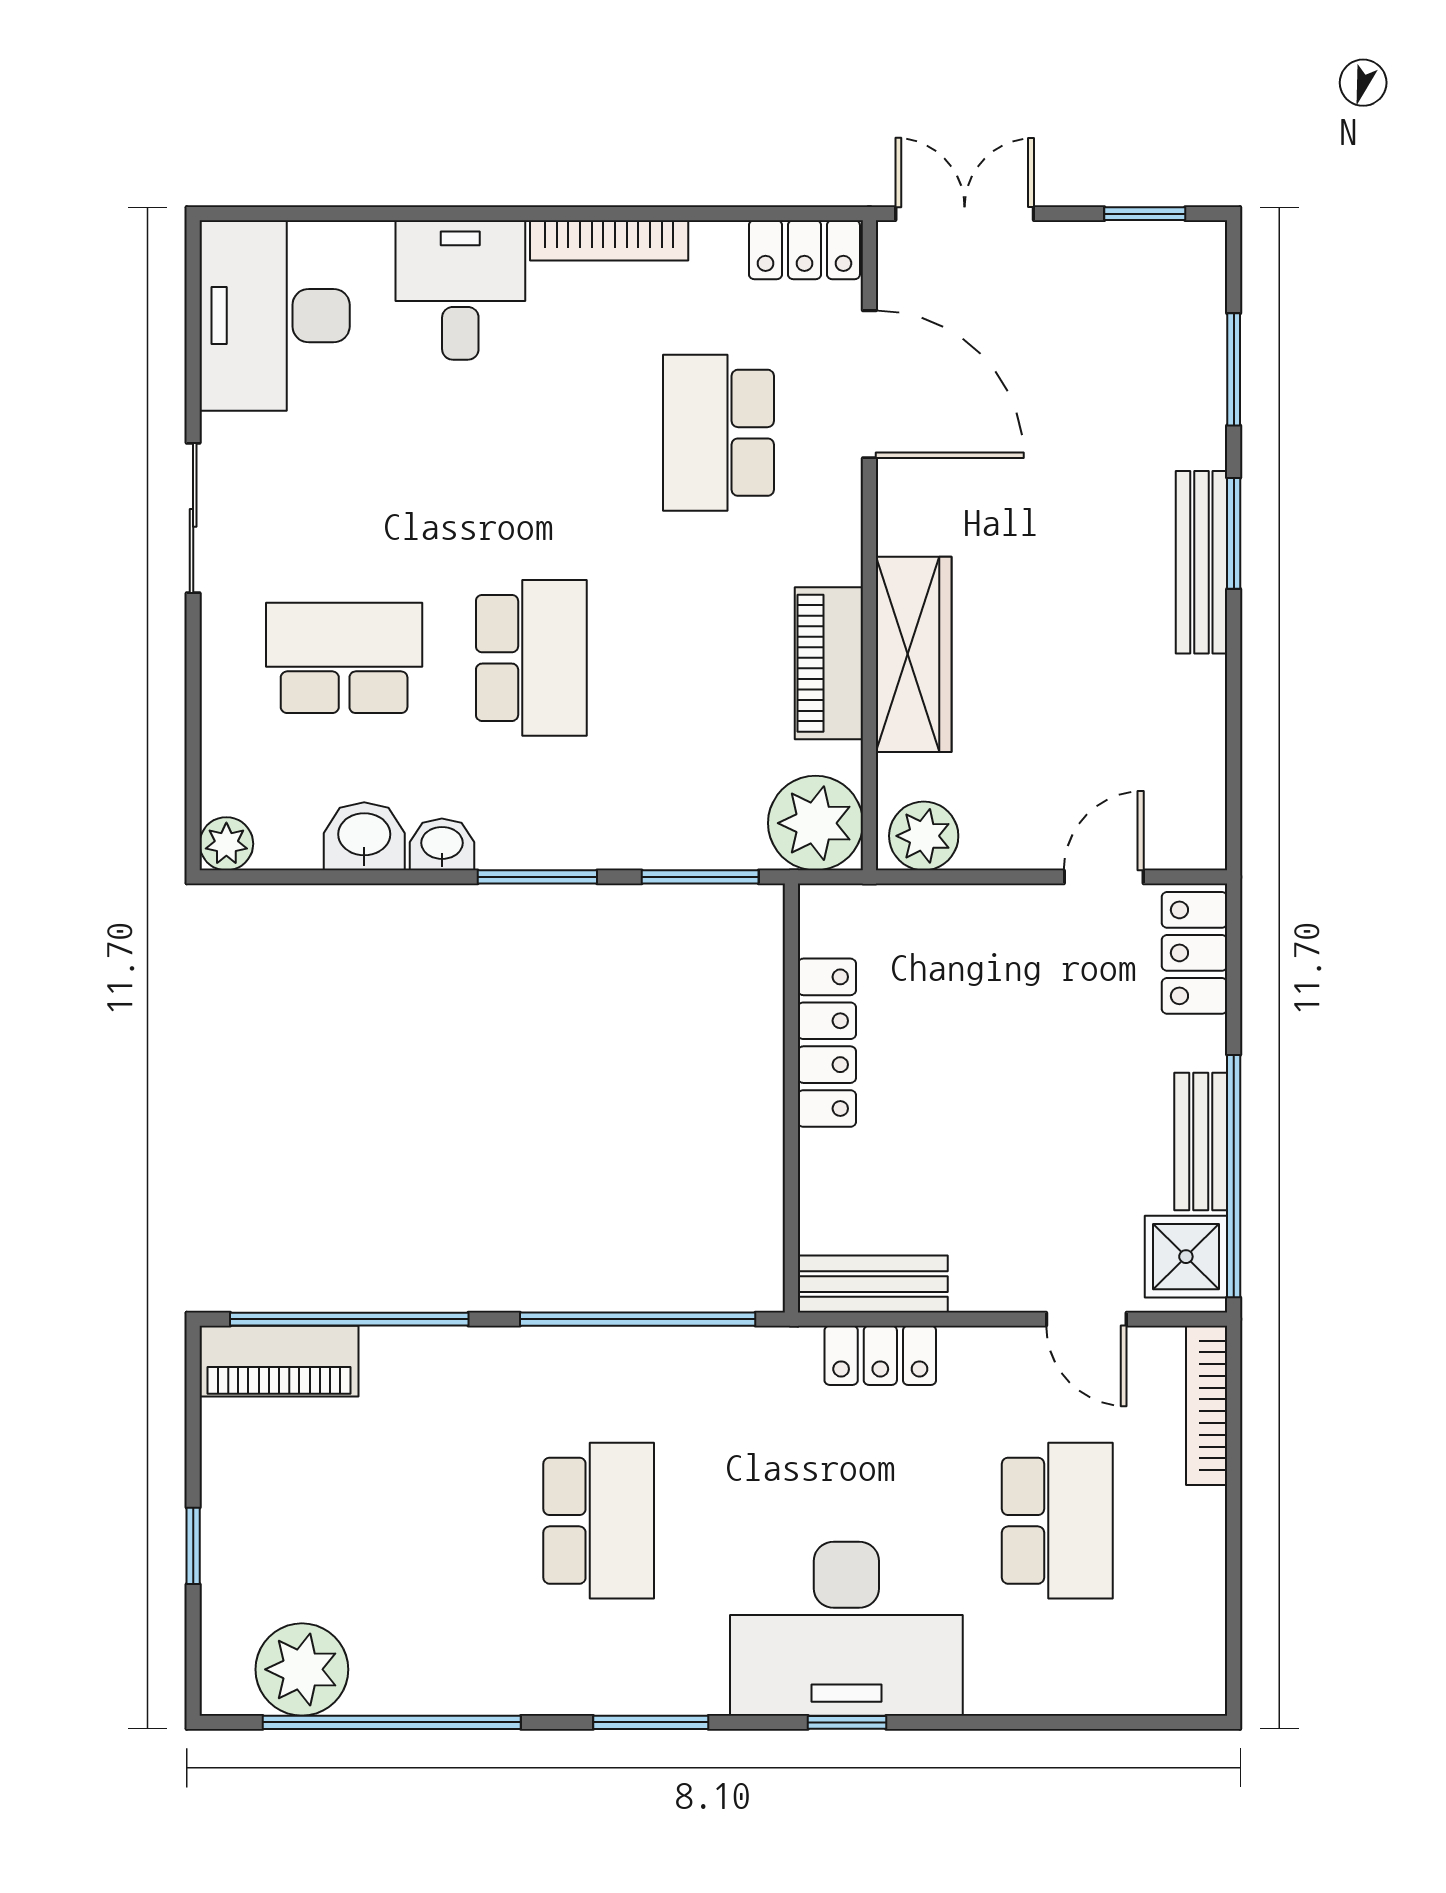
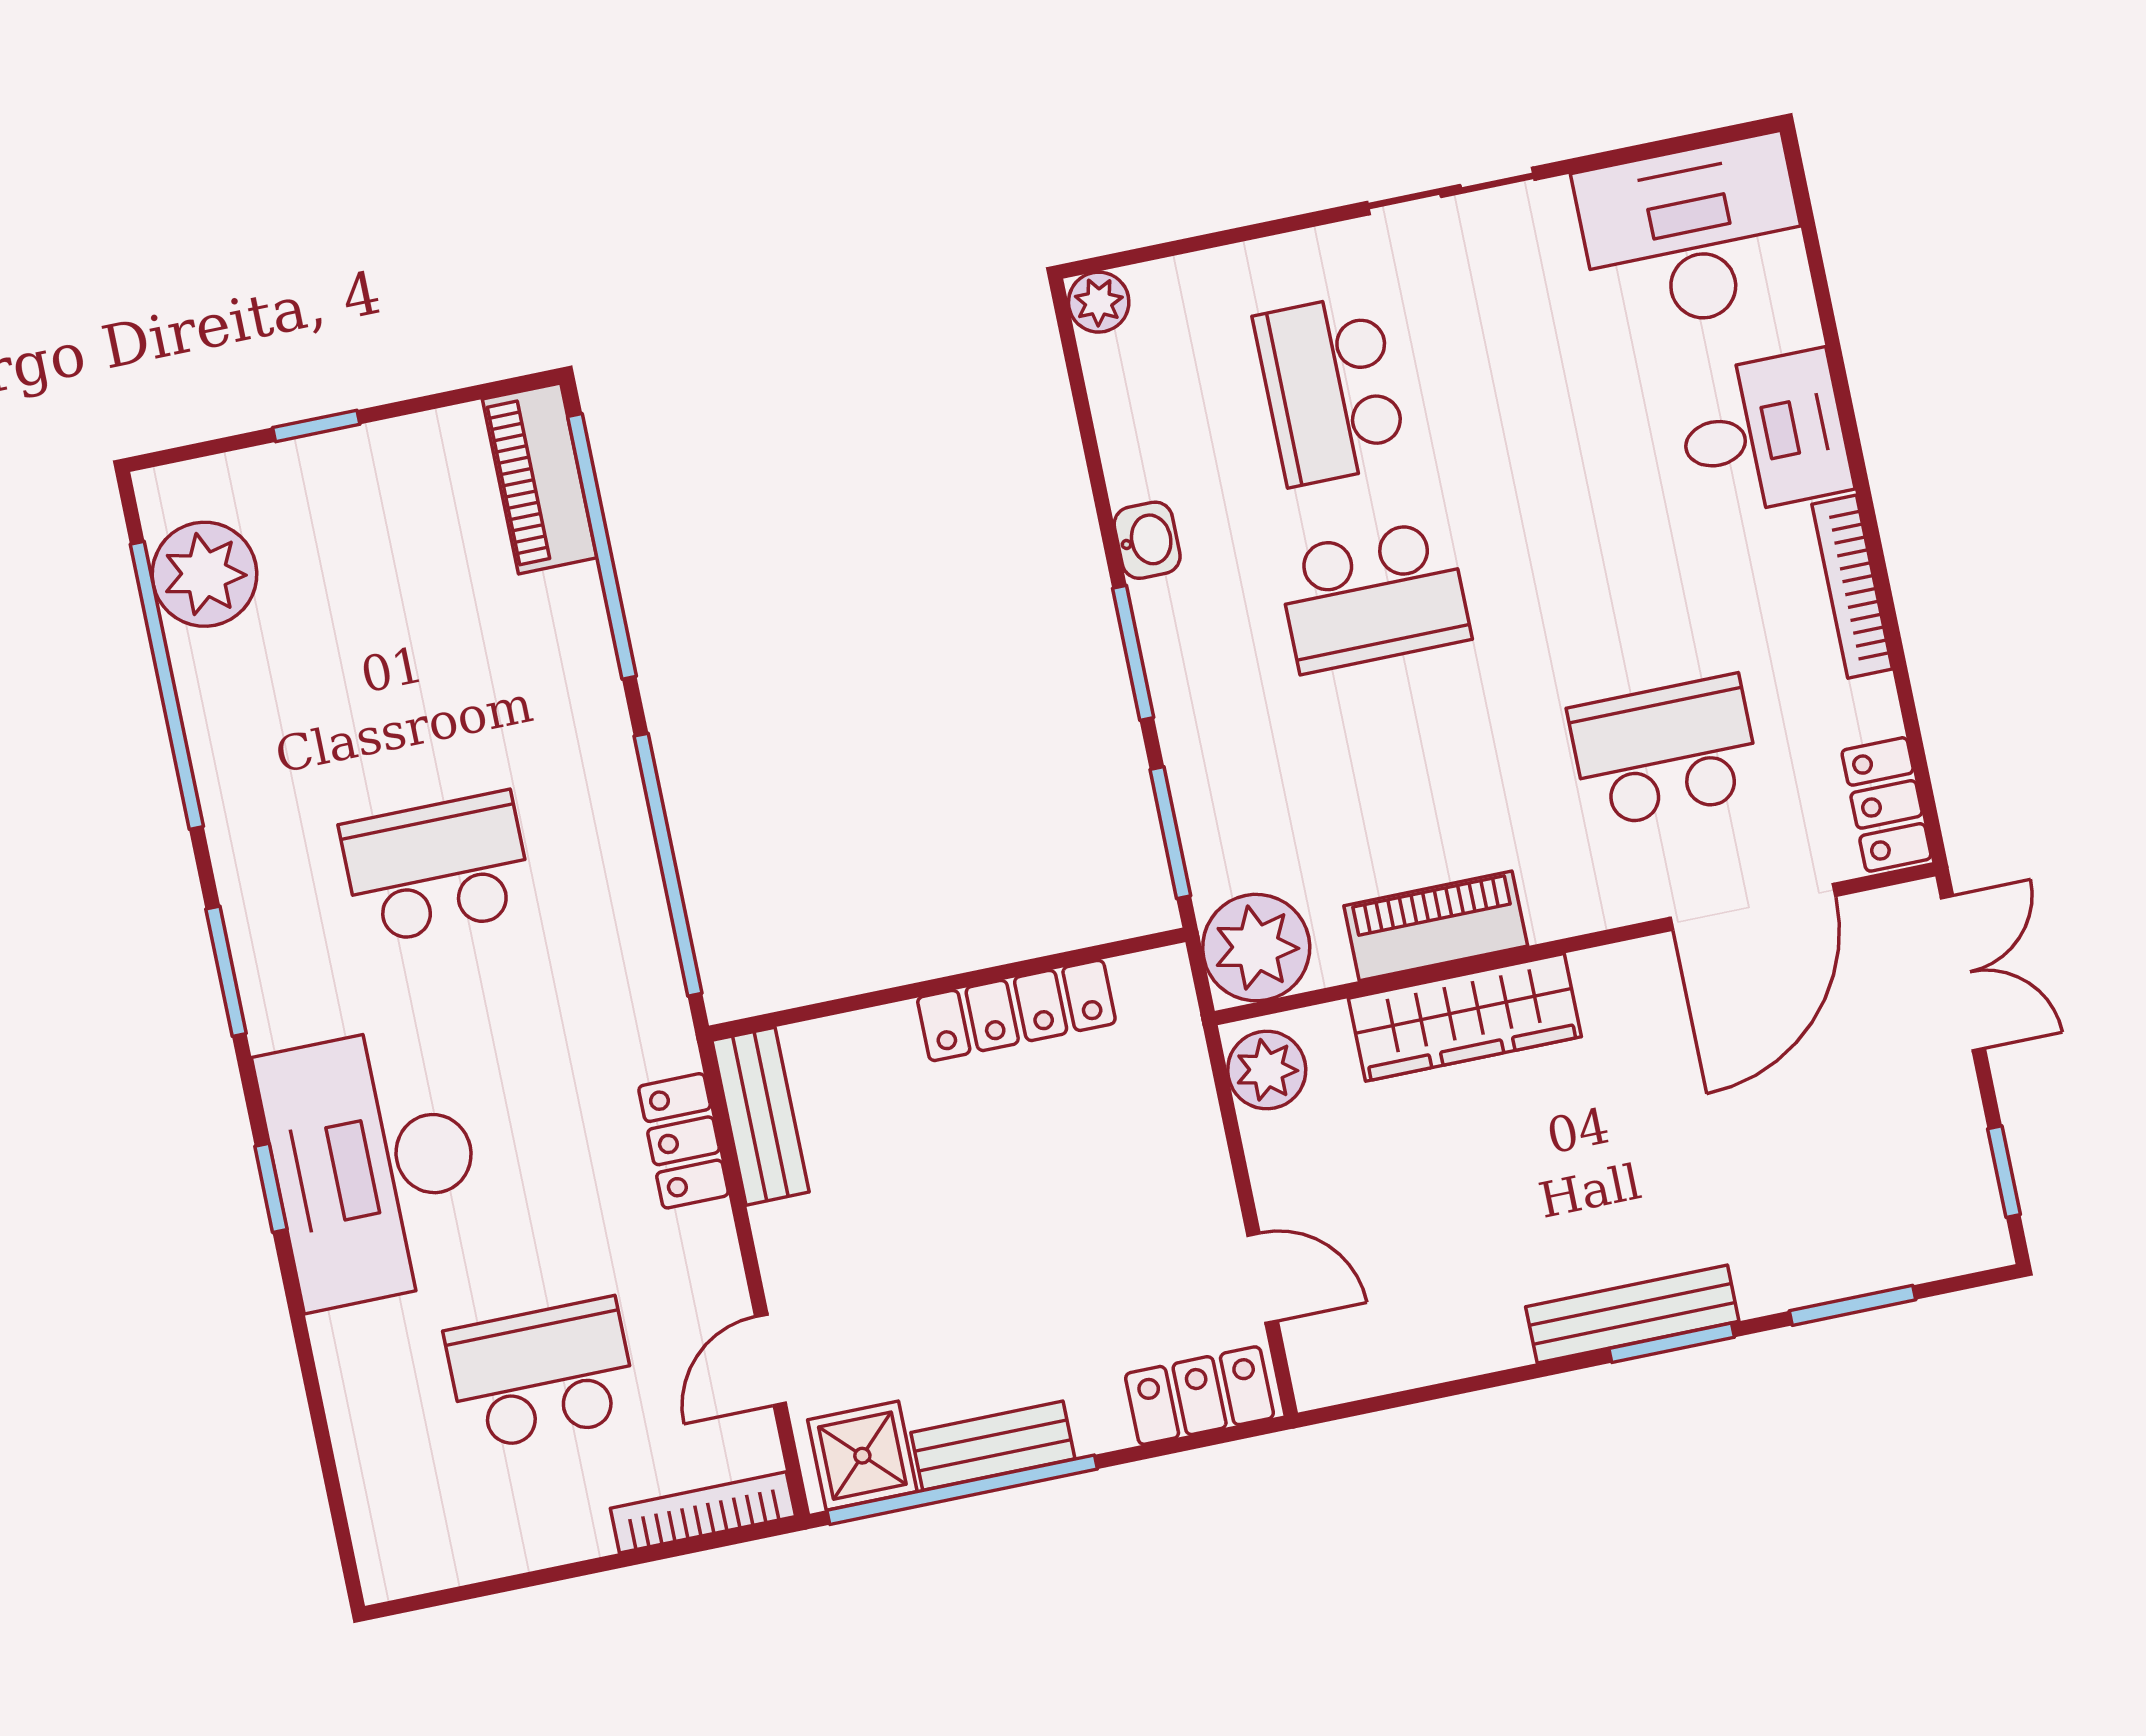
school desk: (344, 658) -> (1331, 390), turned 180
washbasin: (364, 836) -> (1138, 453), removed
school desk: (599, 1521) -> (437, 868), turned 180
school desk: (1057, 1521) -> (541, 1374), turned 180

